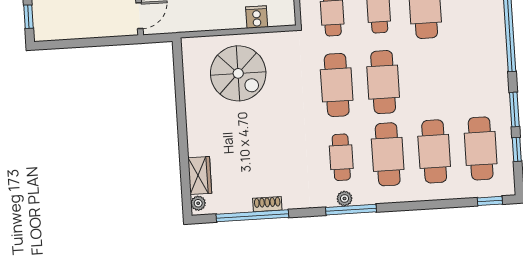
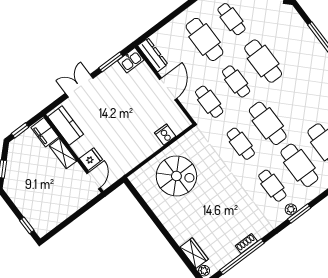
cafe table: (337, 85) -> (241, 144), width x0.73, depth x0.74
window: (351, 210) -> (299, 213), width x0.69

